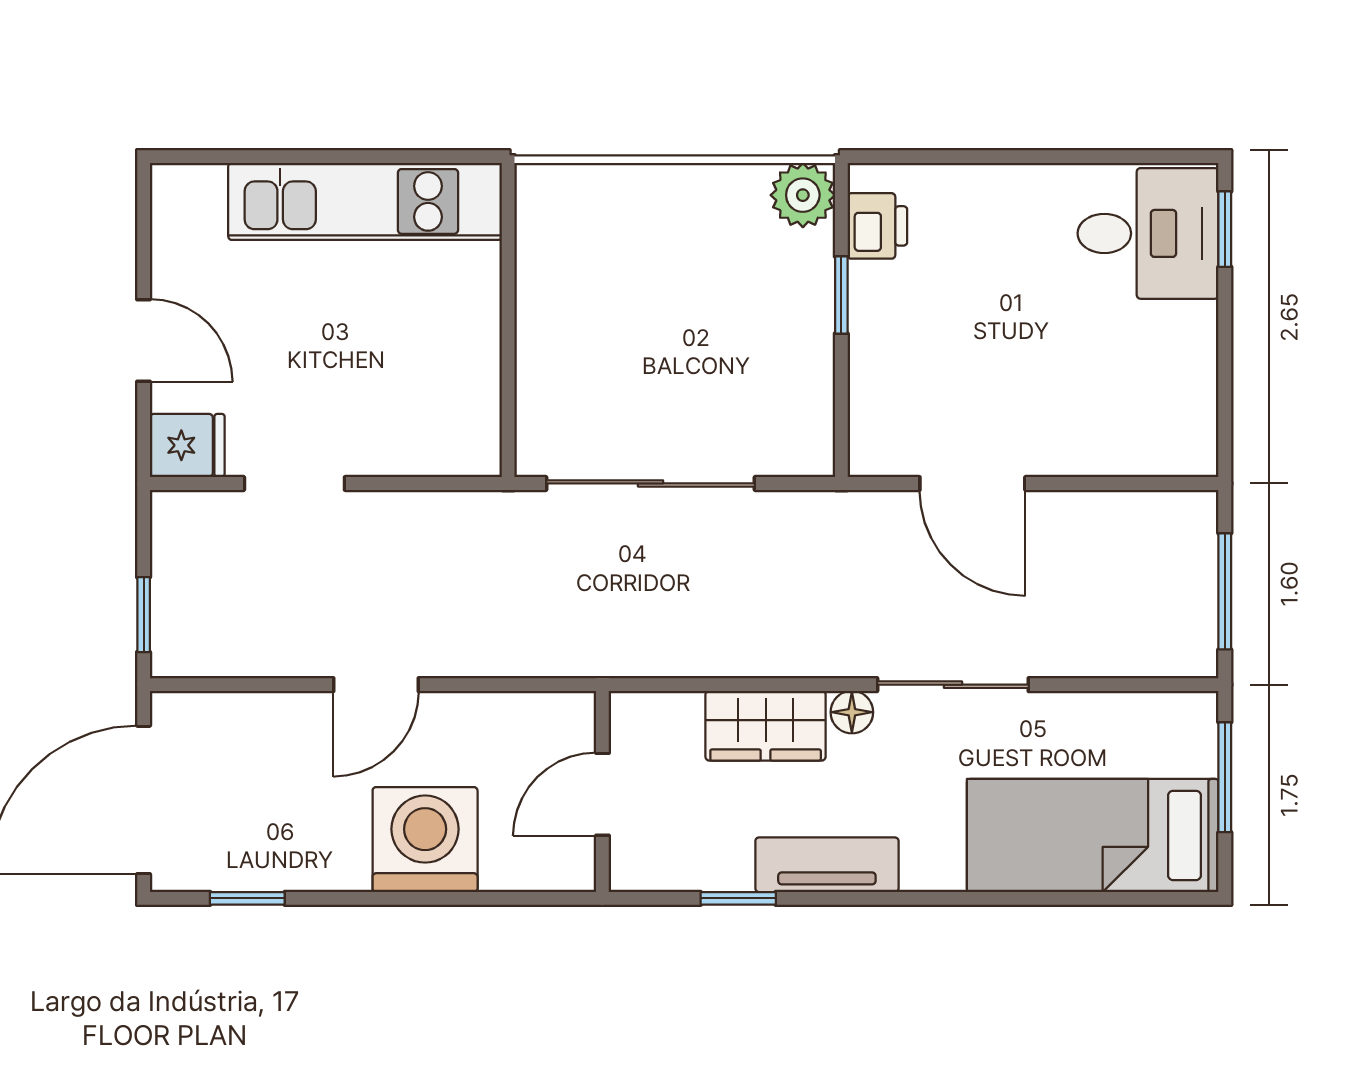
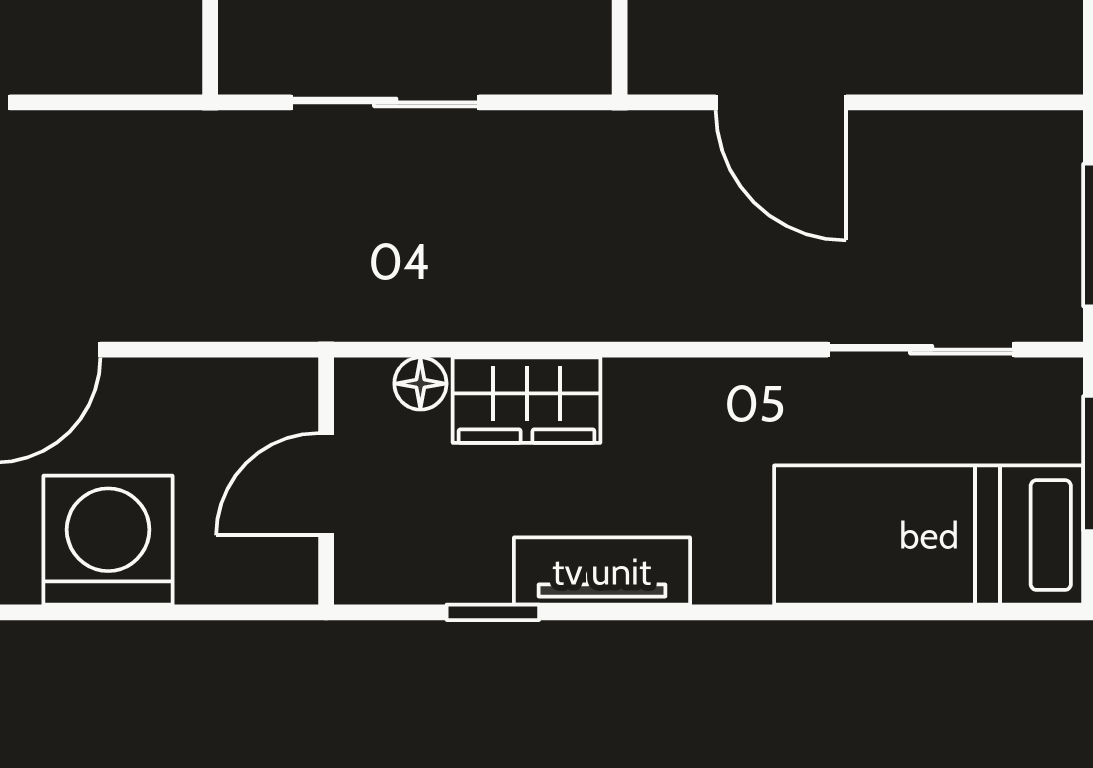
sliding door: (651, 483) -> (385, 102), width x0.73
sliding door: (953, 685) -> (921, 350), moved
floor lamp: (852, 712) -> (420, 384), moved

